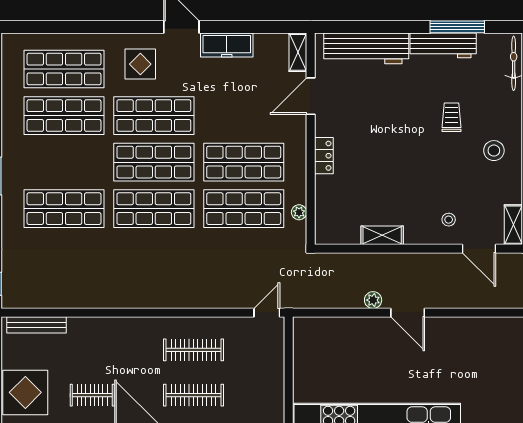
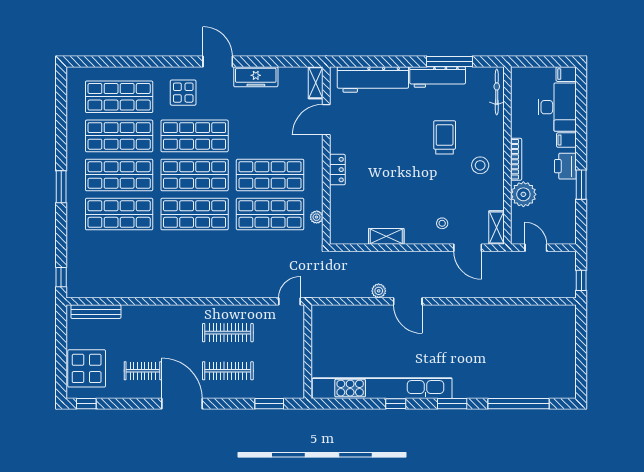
trolley: (452, 117) -> (445, 137), width x1.36, depth x1.39
shop shelf: (64, 162) -> (119, 175), added

